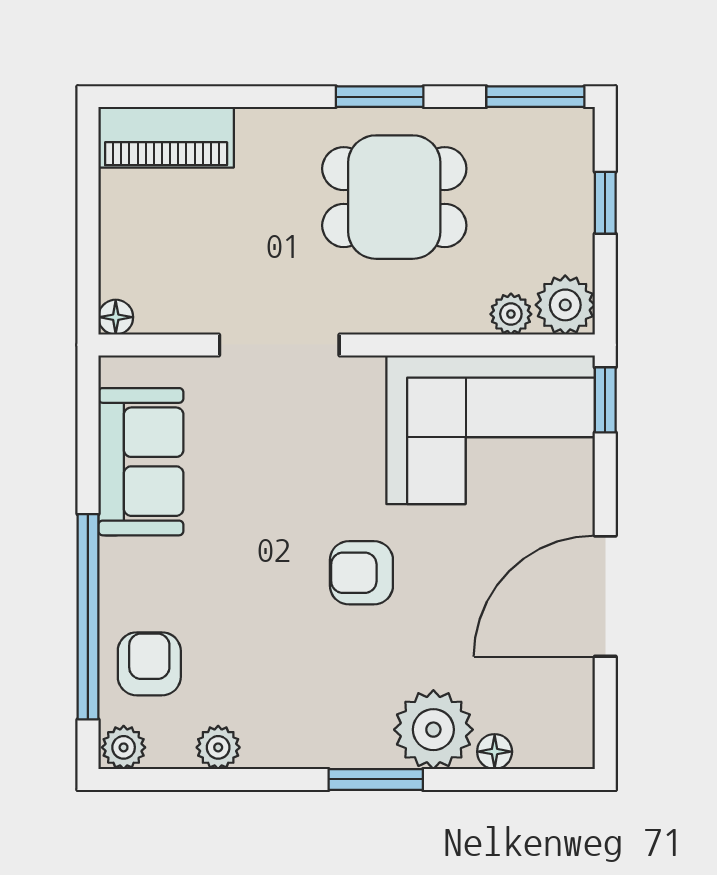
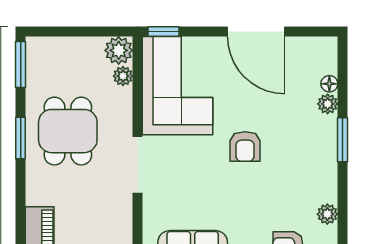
window: (605, 203) -> (71, 32), removed
doorway: (279, 345) -> (138, 165), moved
plant: (433, 730) -> (328, 104), width x0.53, depth x0.53

